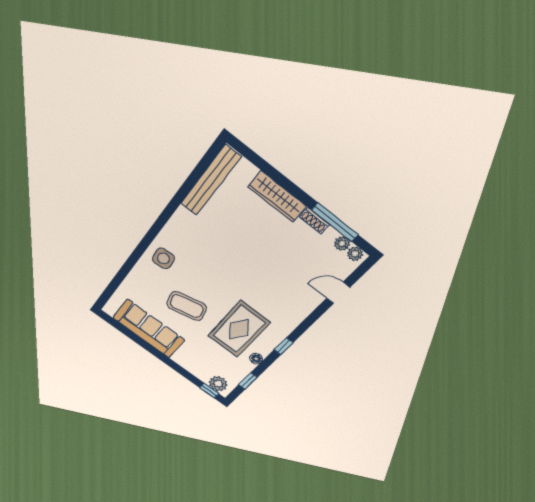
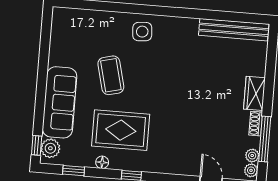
wardrobe: (277, 197) -> (255, 93), width x0.67
sofa: (149, 329) -> (60, 102), moved

